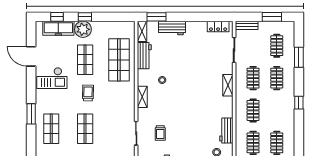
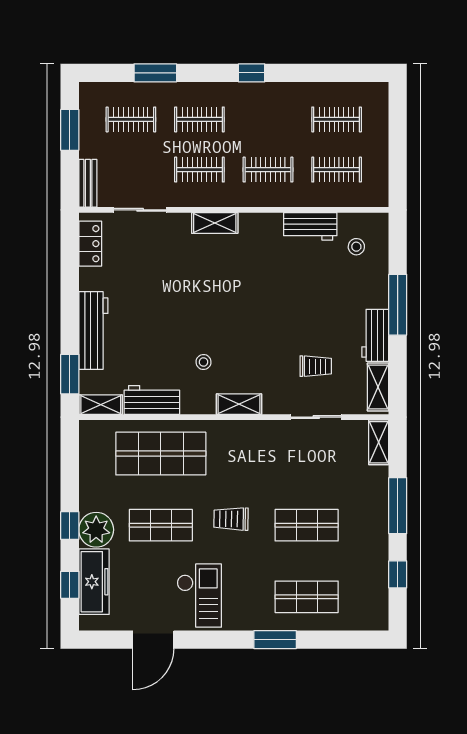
workbench: (172, 28) -> (93, 331), width x1.38

